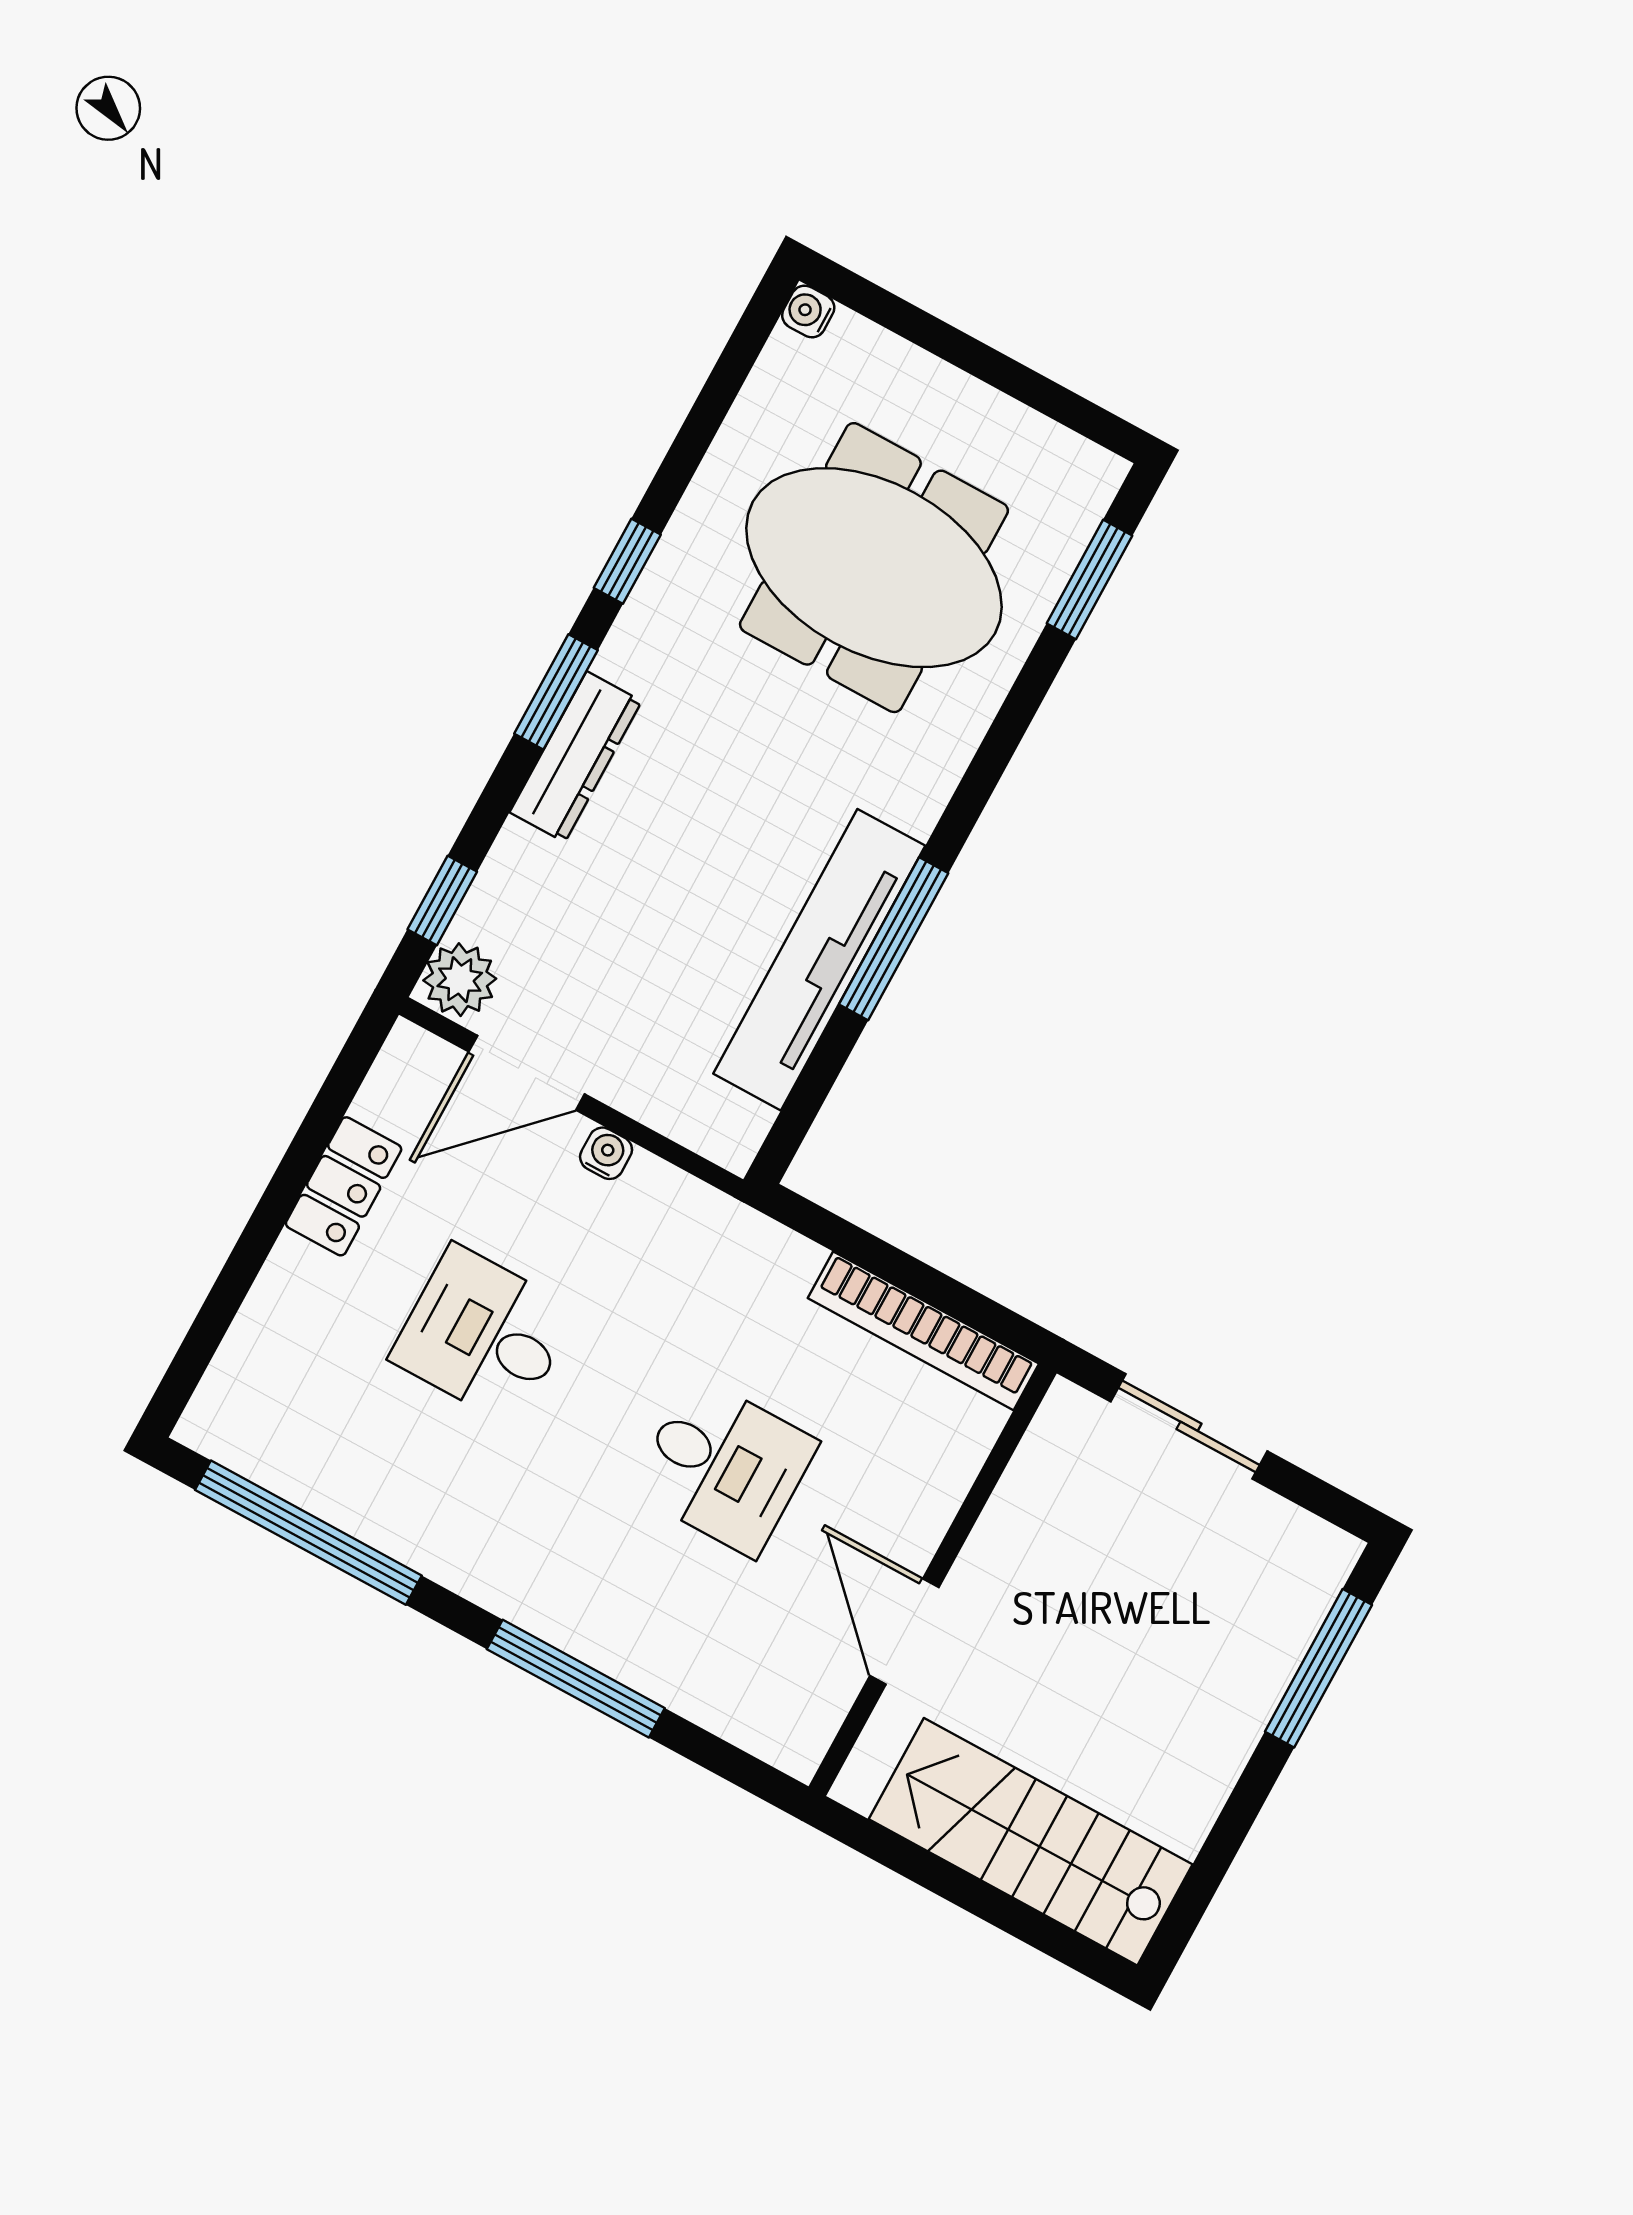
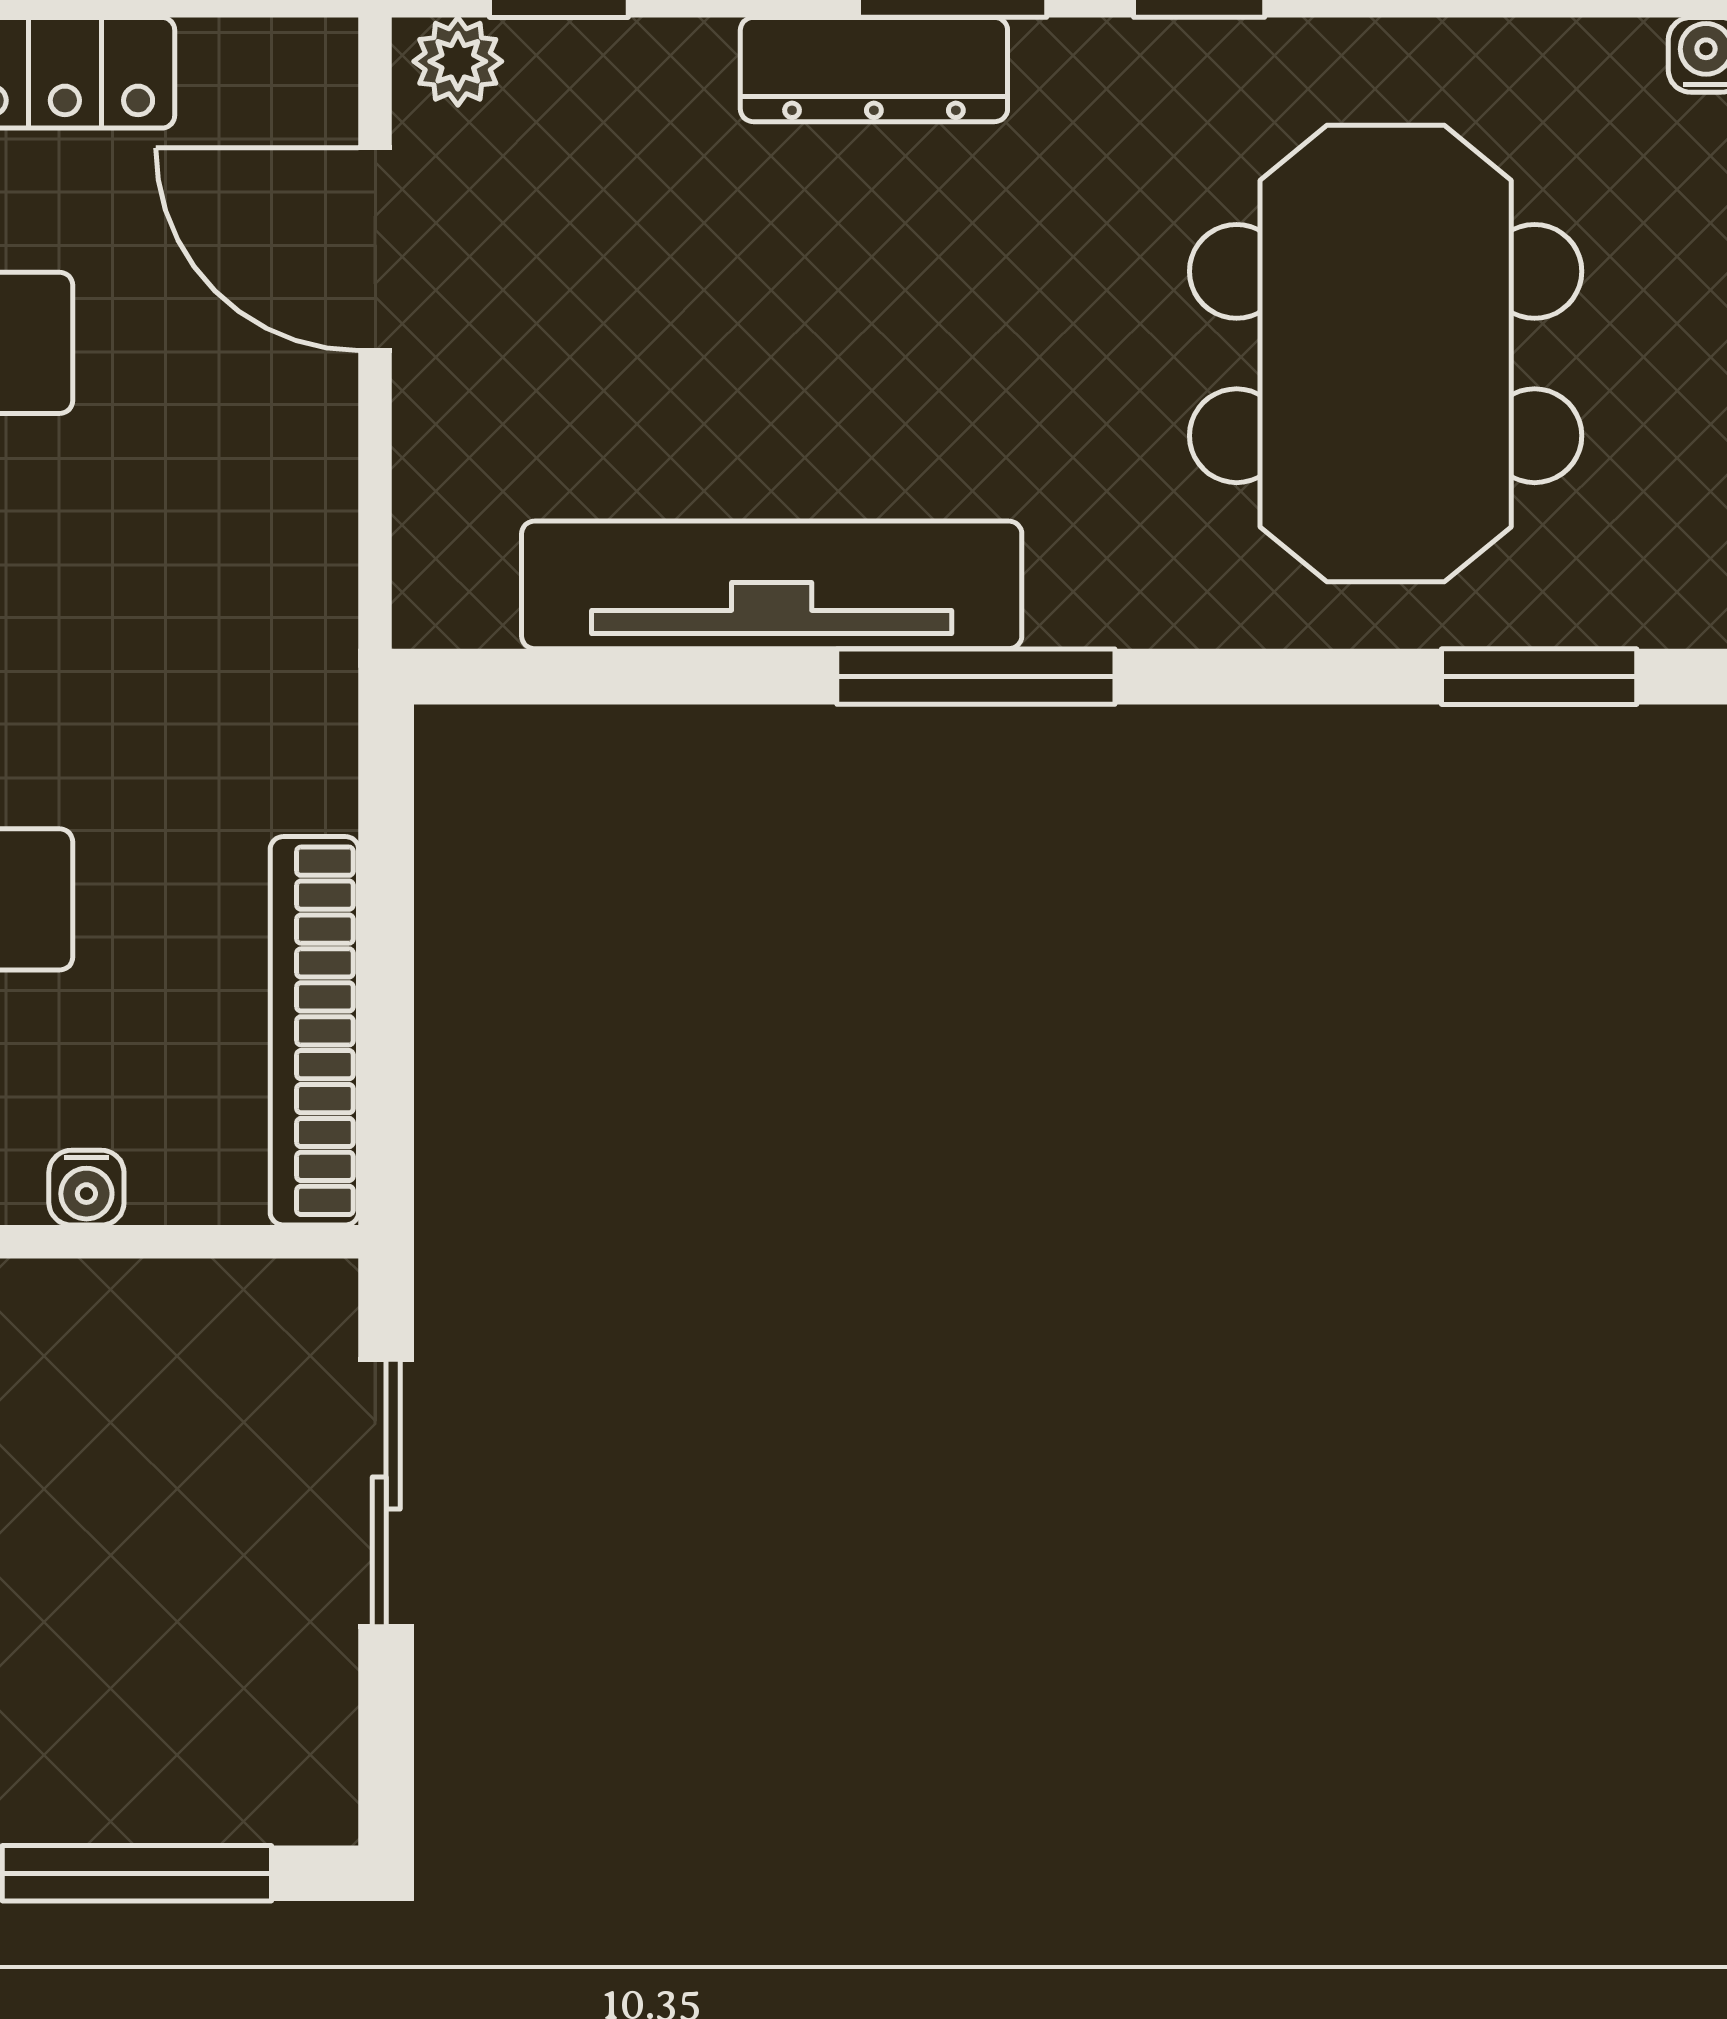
window: (894, 939) -> (976, 677), moved
plant: (460, 980) -> (458, 61), width x0.73, depth x0.73
water cooler: (606, 1153) -> (86, 1188), moved, turned 90

